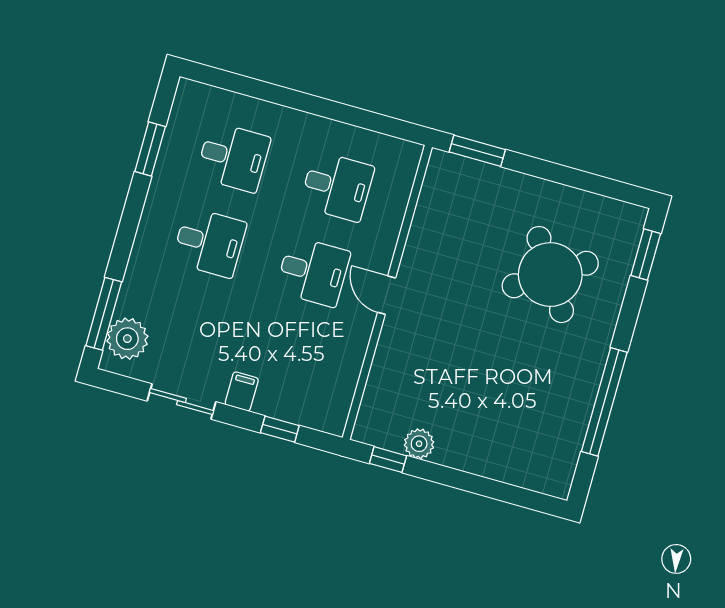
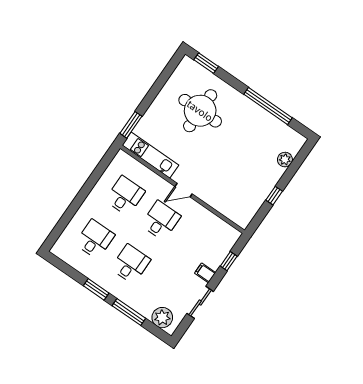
window: (150, 149) -> (96, 289), moved
kitchen unit: (432, 208) -> (150, 155), added
round table: (550, 275) -> (200, 111), turned 33
window: (104, 314) -> (129, 312), moved
plant: (419, 444) -> (285, 160), moved
window: (388, 460) -> (274, 196), moved

